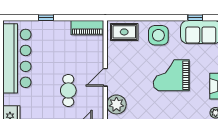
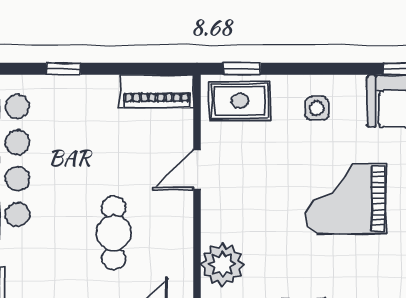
window: (125, 18) -> (242, 69), added
side table: (158, 35) -> (317, 108), width x0.54, depth x0.54
door: (105, 77) -> (197, 170), moved

